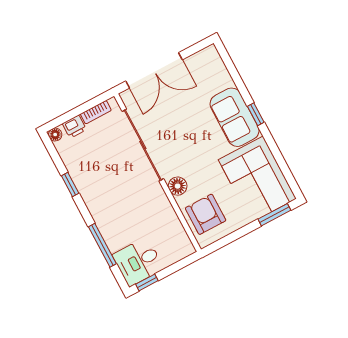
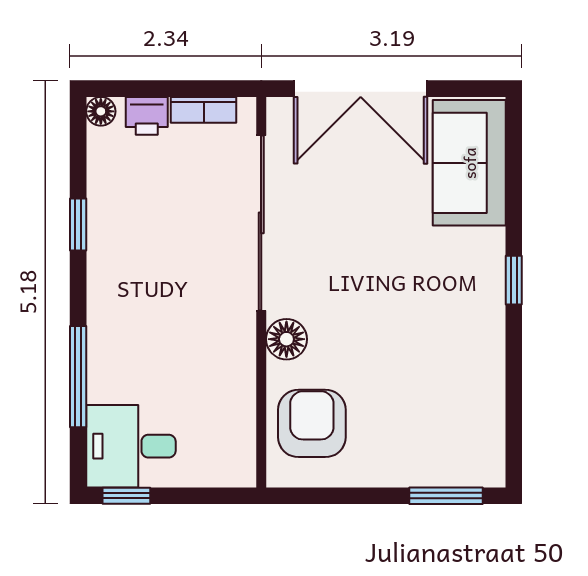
sofa: (235, 117) -> (469, 163), moved
corner sofa: (257, 179) -> (449, 409), removed

